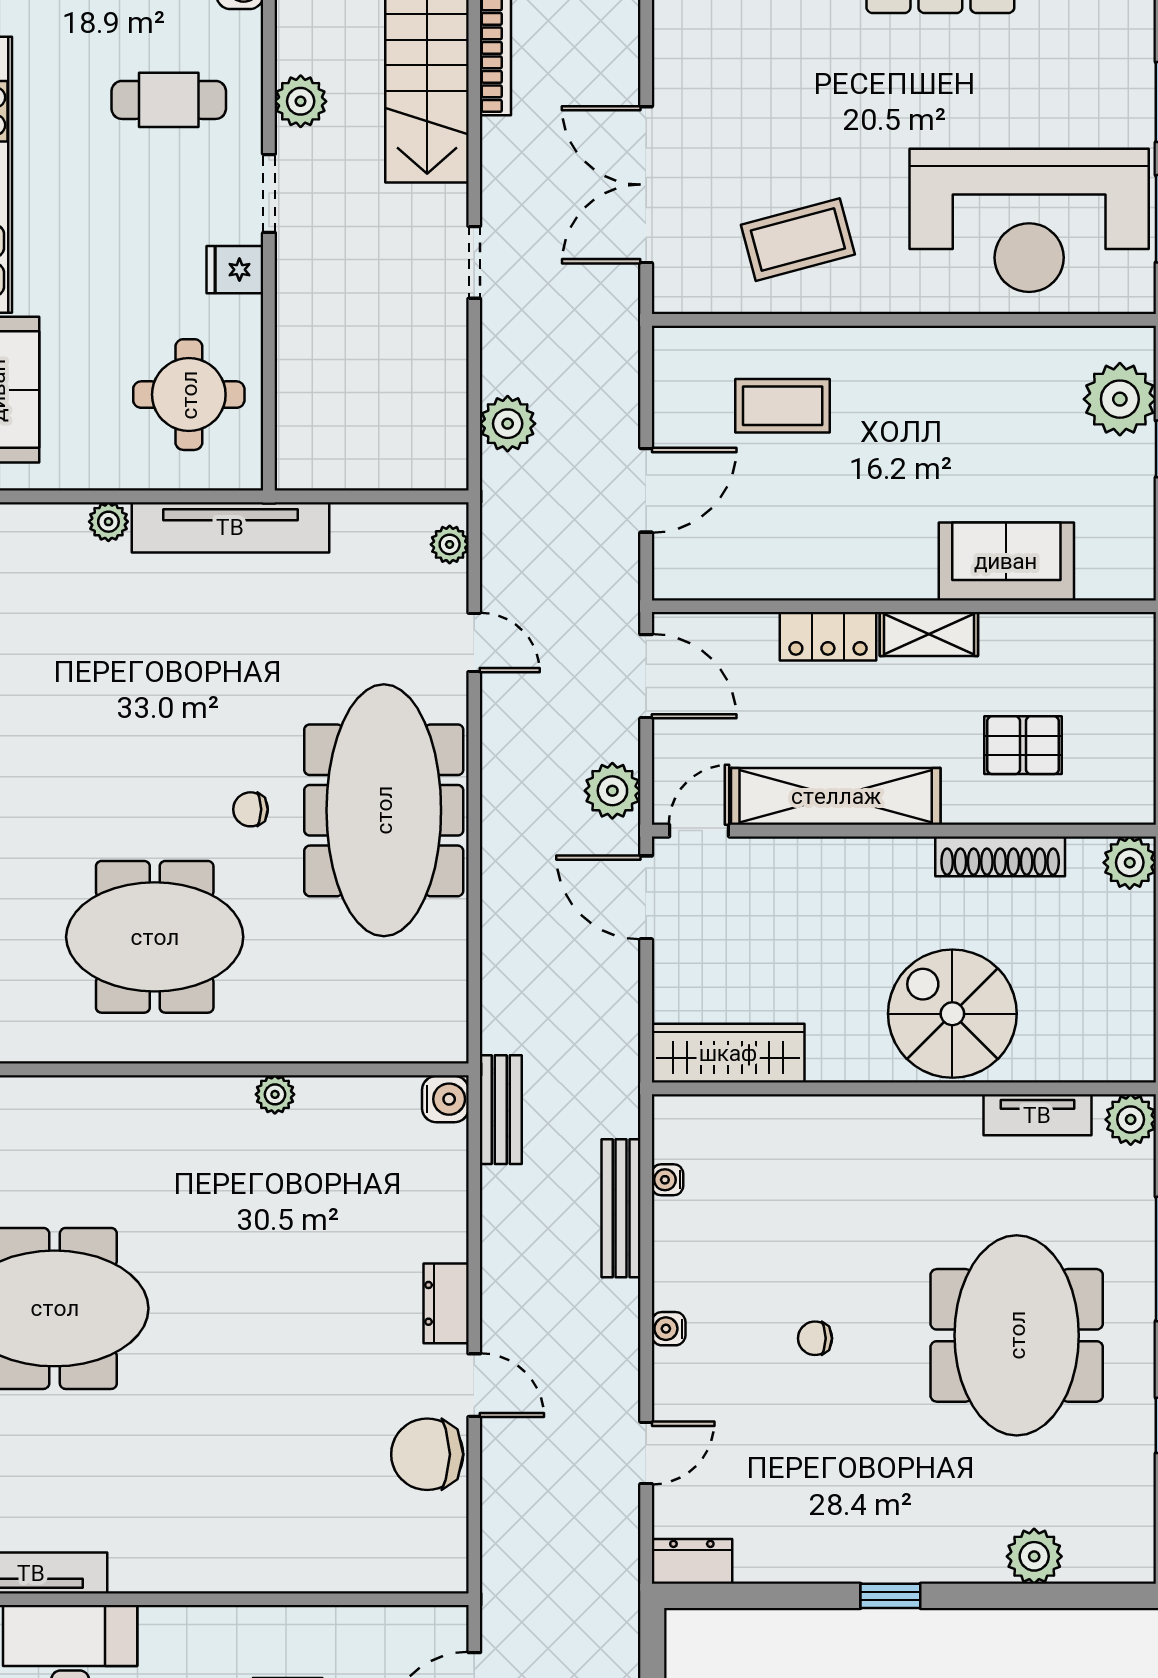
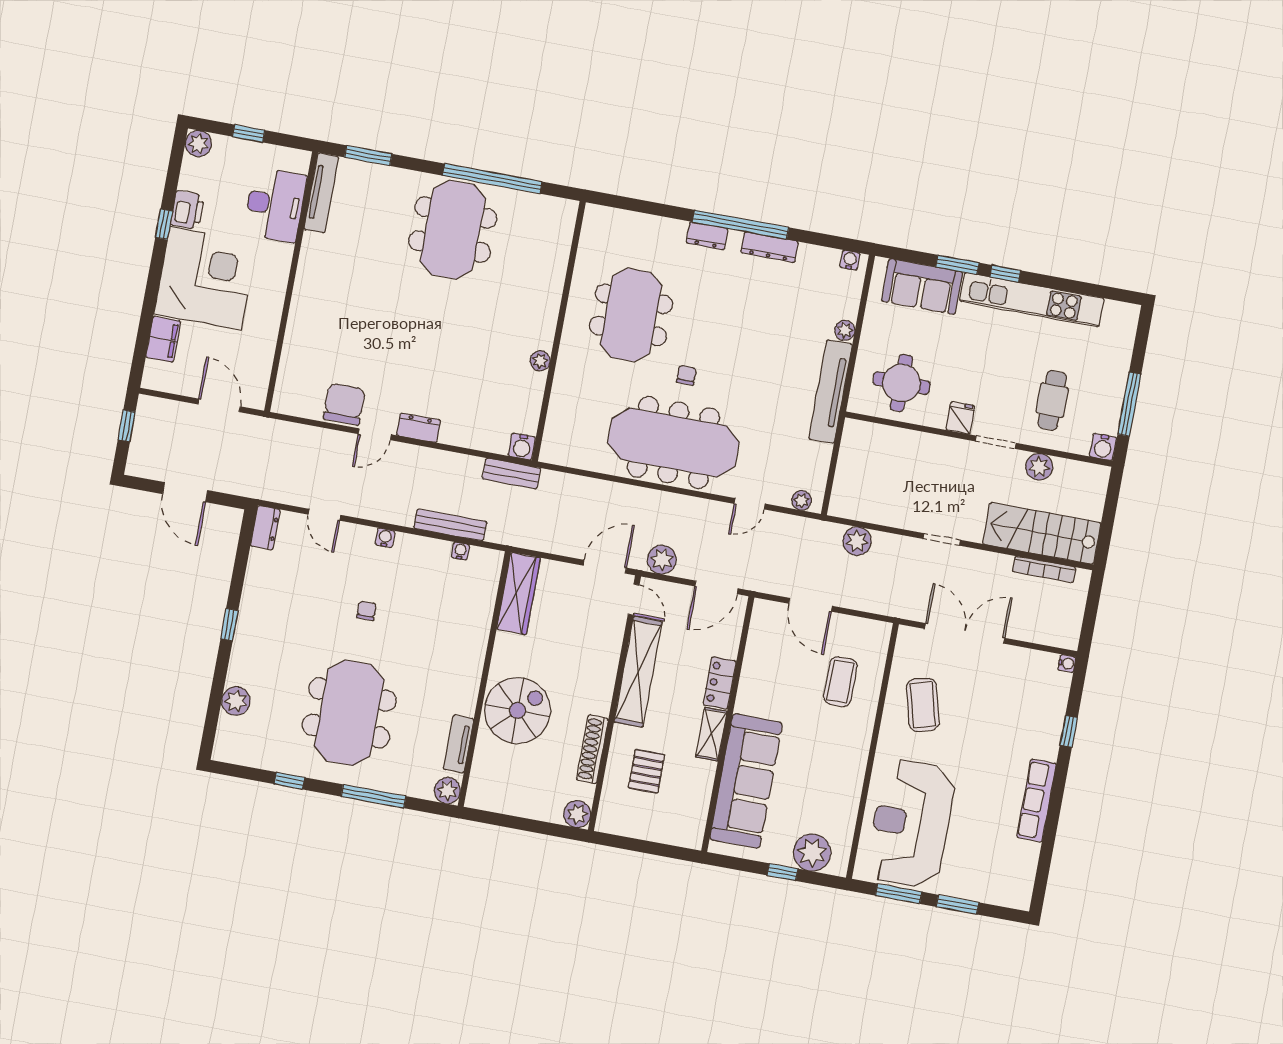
sofa: (1006, 561) -> (746, 781), width x1.85, depth x1.27
meeting table: (1017, 1335) -> (349, 713), turned 90

